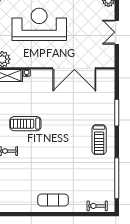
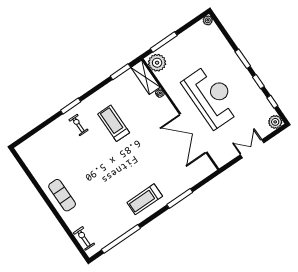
reception desk: (39, 24) -> (212, 97), moved

